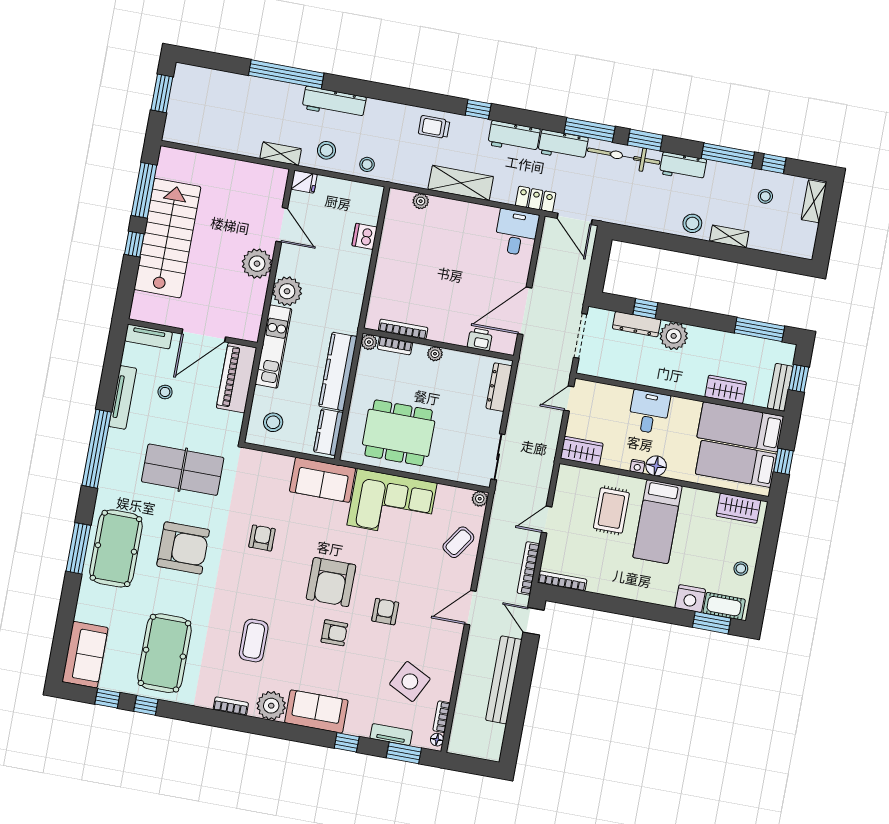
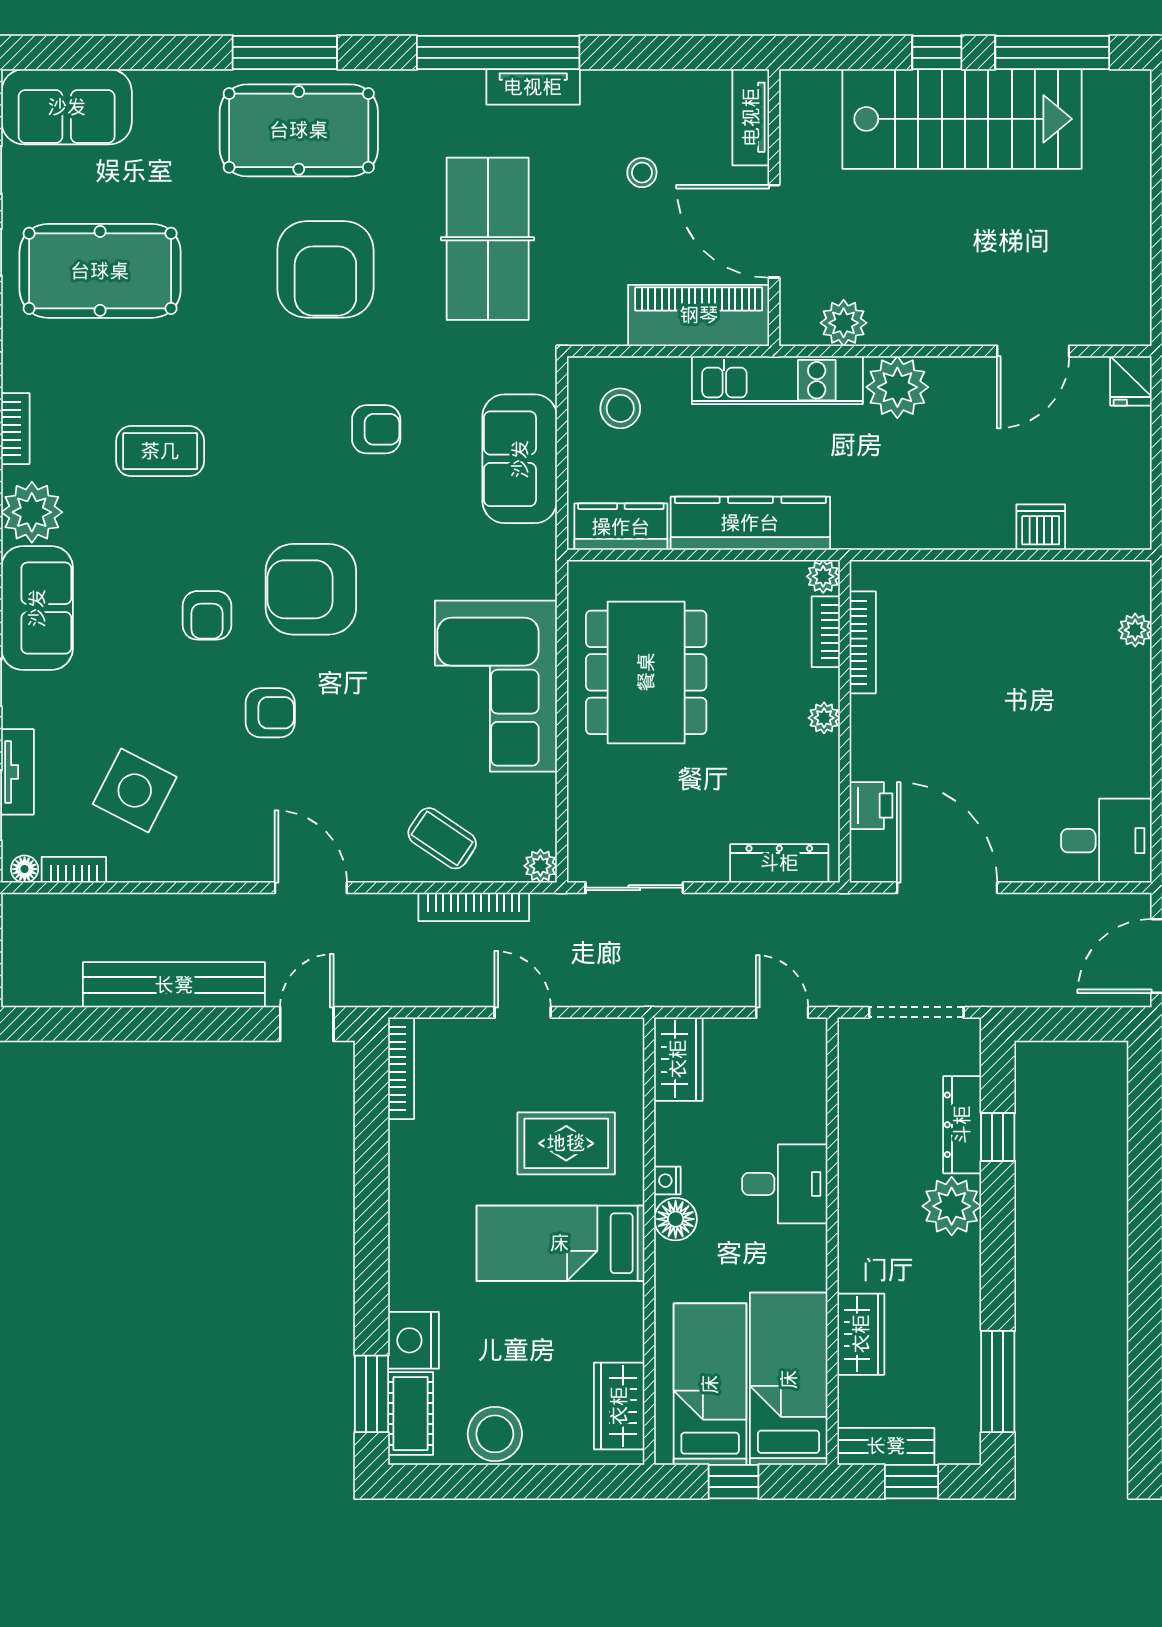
plant: (257, 264) -> (844, 323), moved, width x0.73, depth x0.73
tv unit: (123, 397) -> (533, 87), moved, width x0.71
sofa: (323, 480) -> (520, 459), moved
bookcase: (528, 568) -> (474, 907), moved, turned 180
stool: (741, 569) -> (495, 1434), width x1.89, depth x1.89

